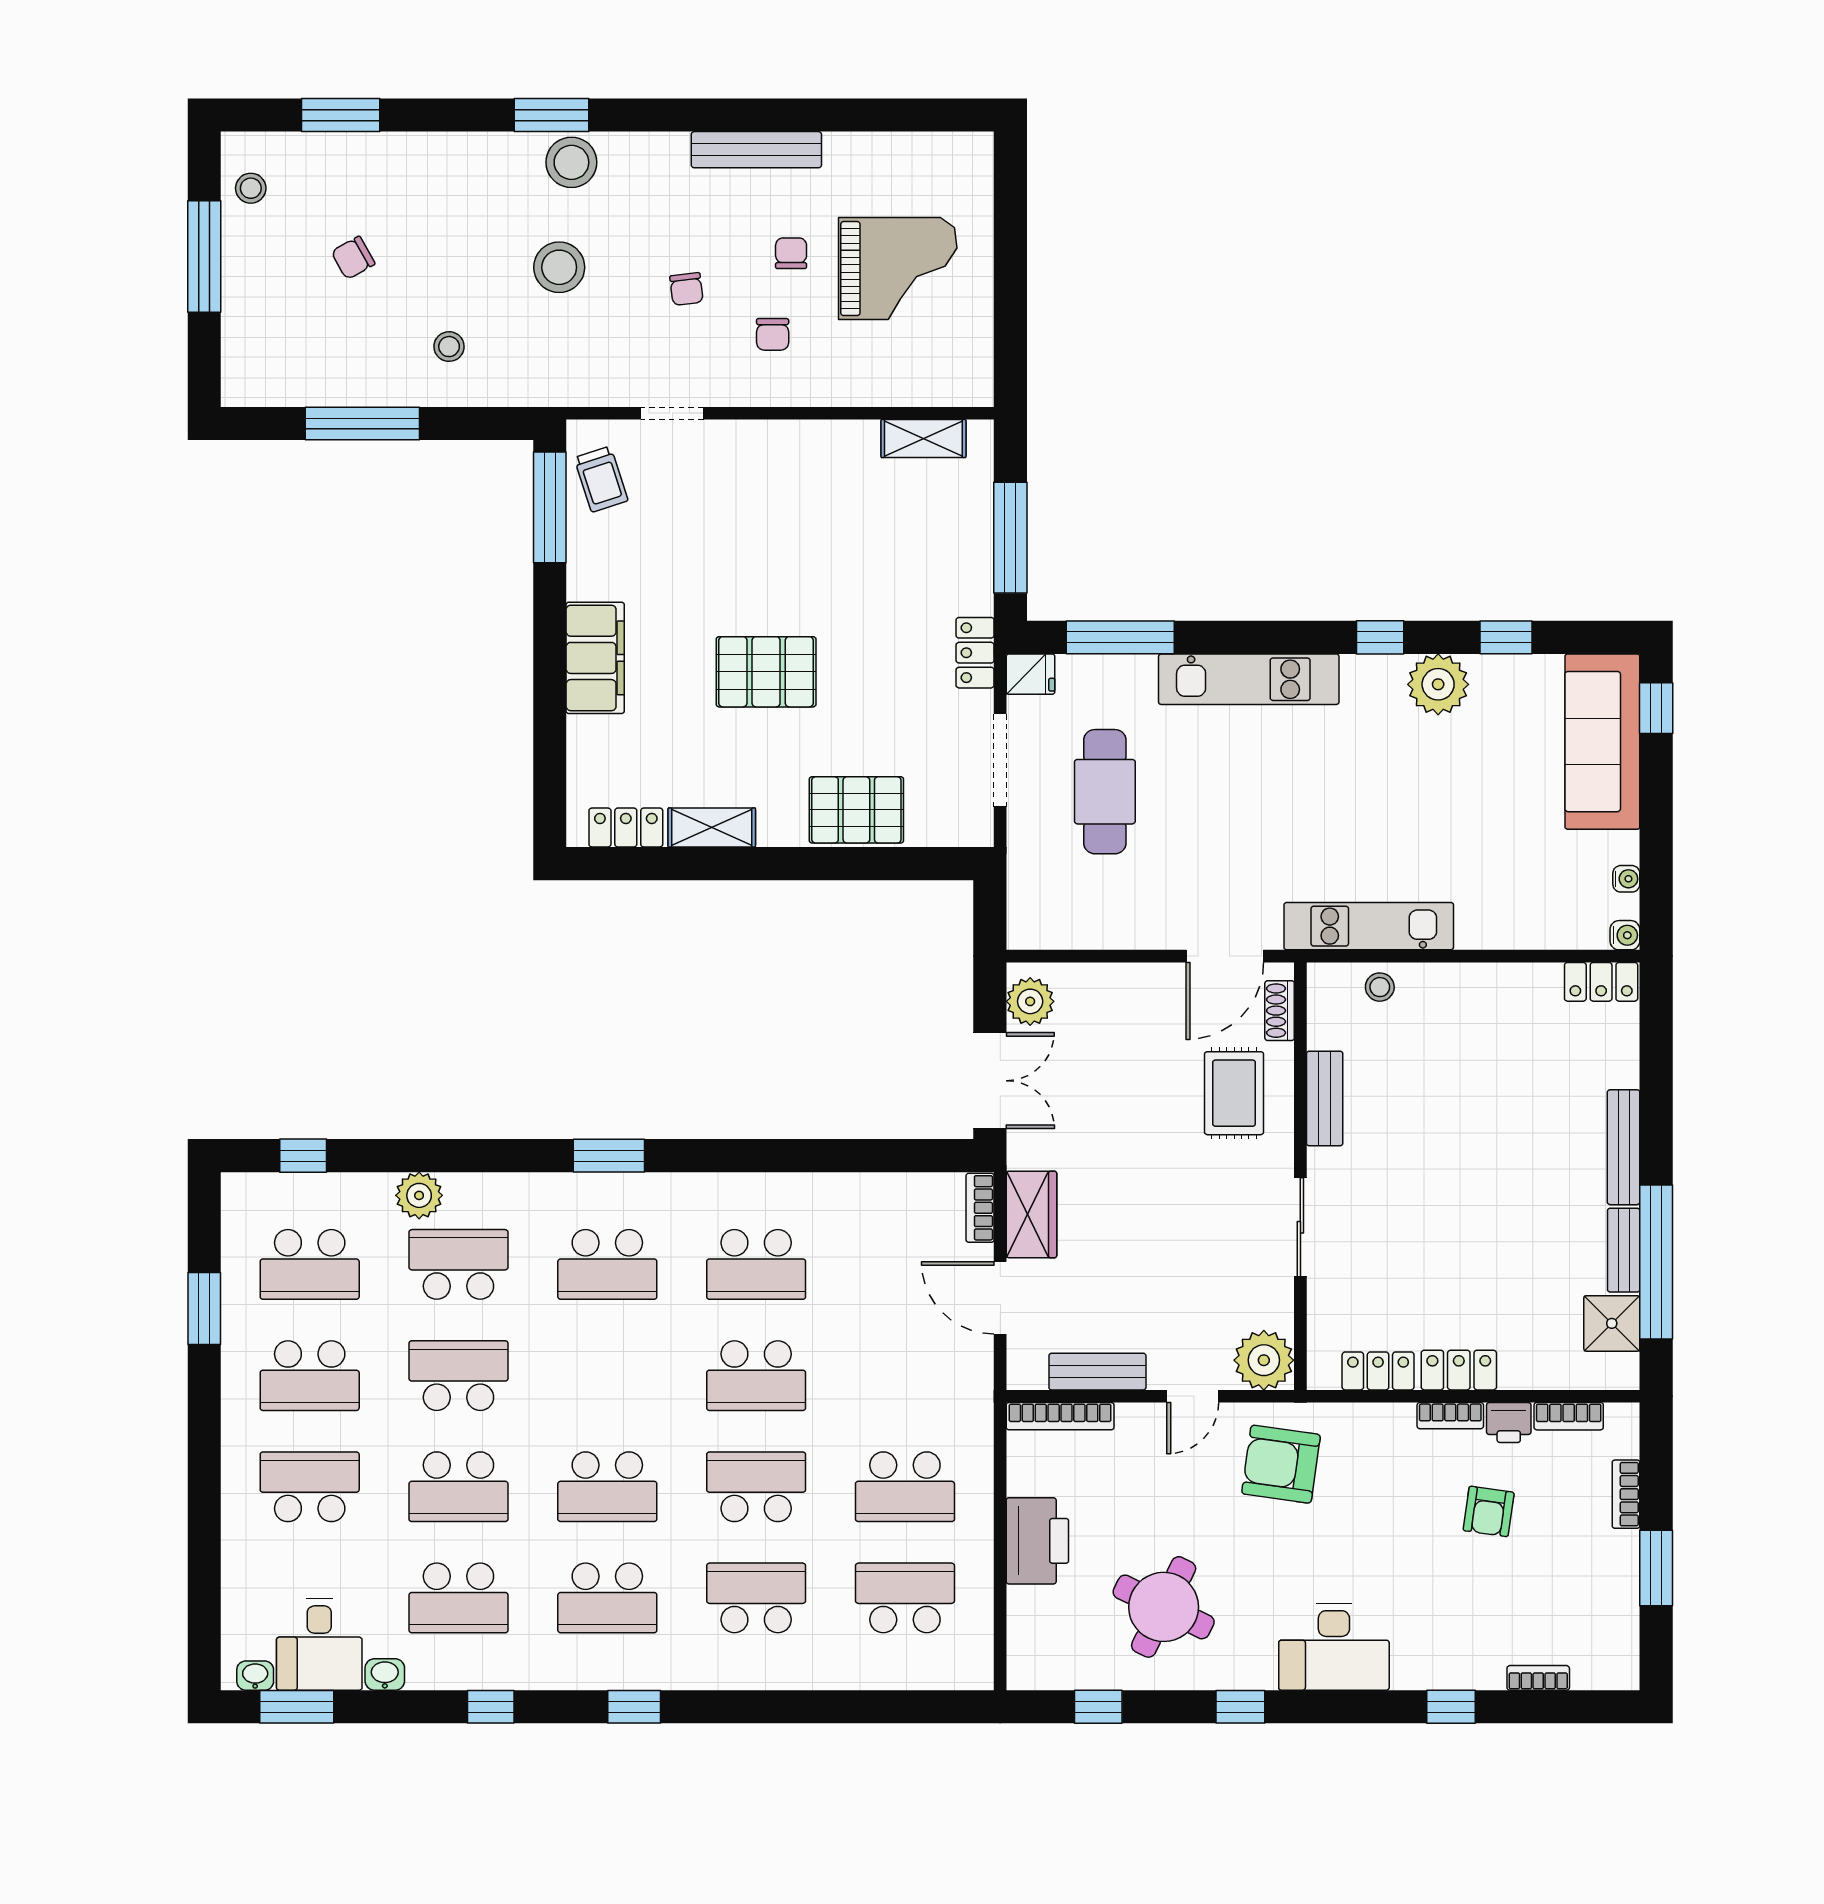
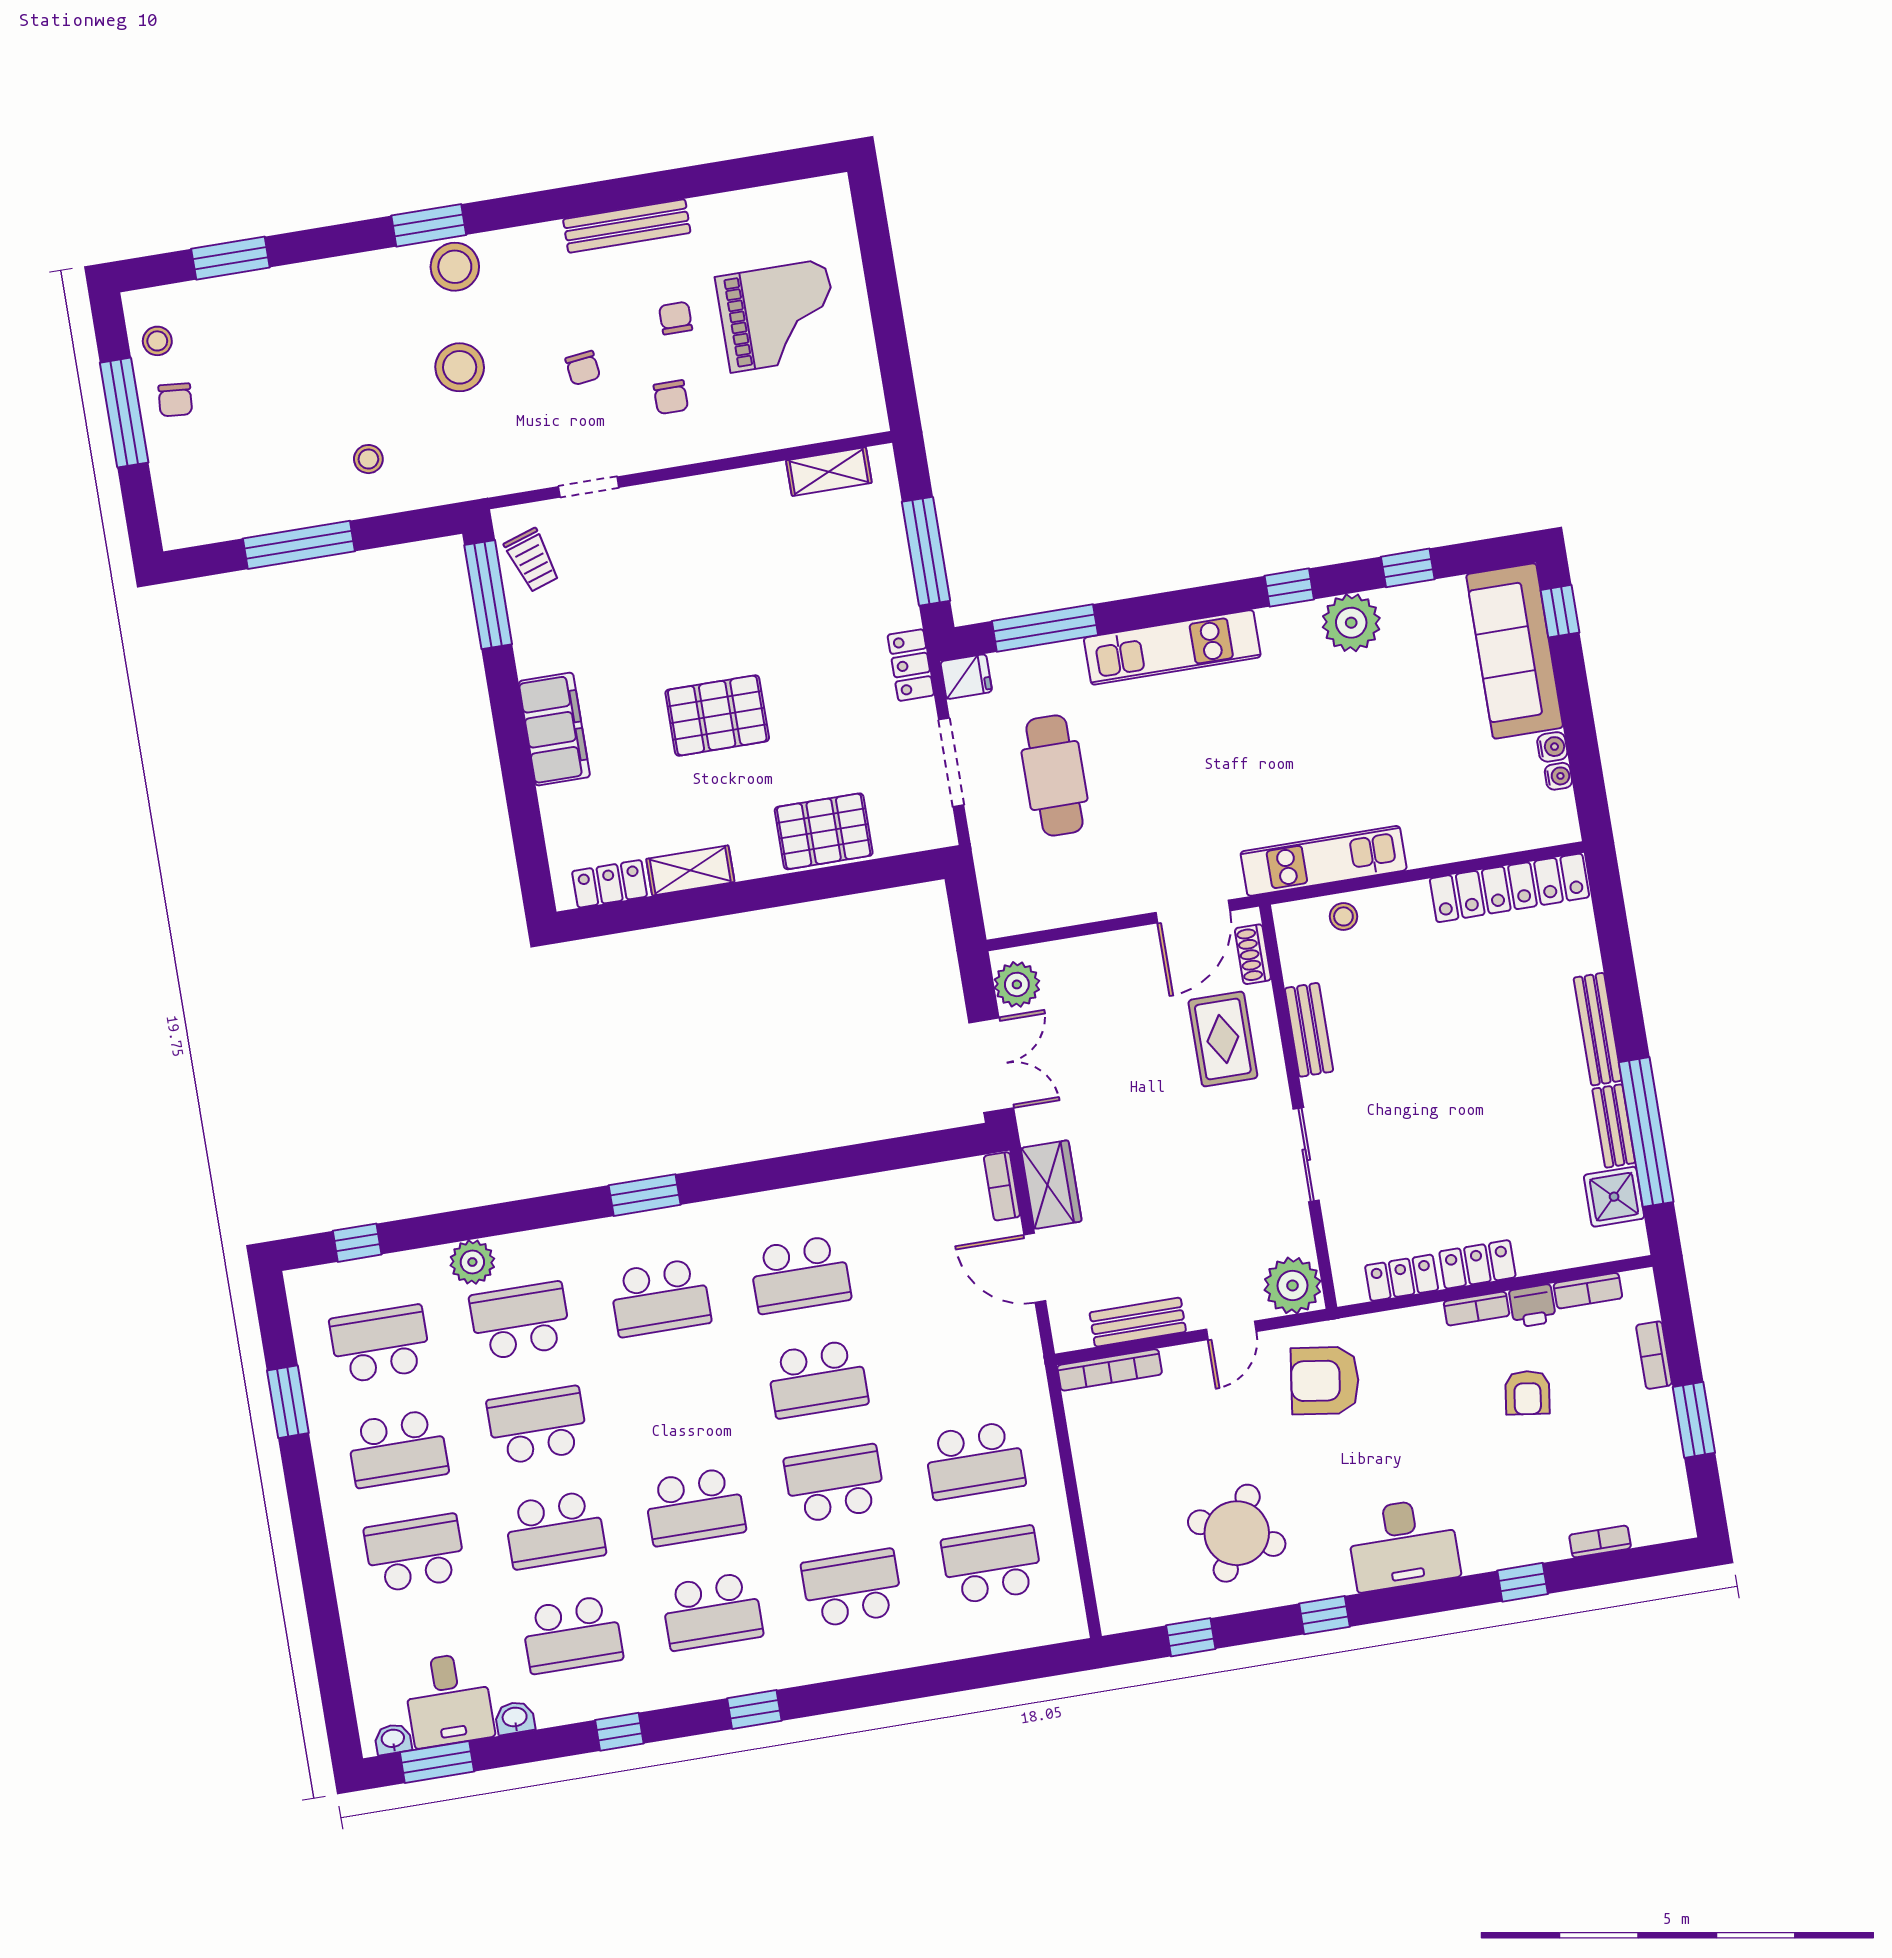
chair: (353, 258) -> (175, 400), moved, turned -56
water cooler: (1625, 935) -> (1552, 747), moved
locker: (1601, 982) -> (1509, 888), width x2.16, depth x1.21
school desk: (310, 1264) -> (380, 1344), turned 180
printer: (1037, 1541) -> (1108, 1491), removed

